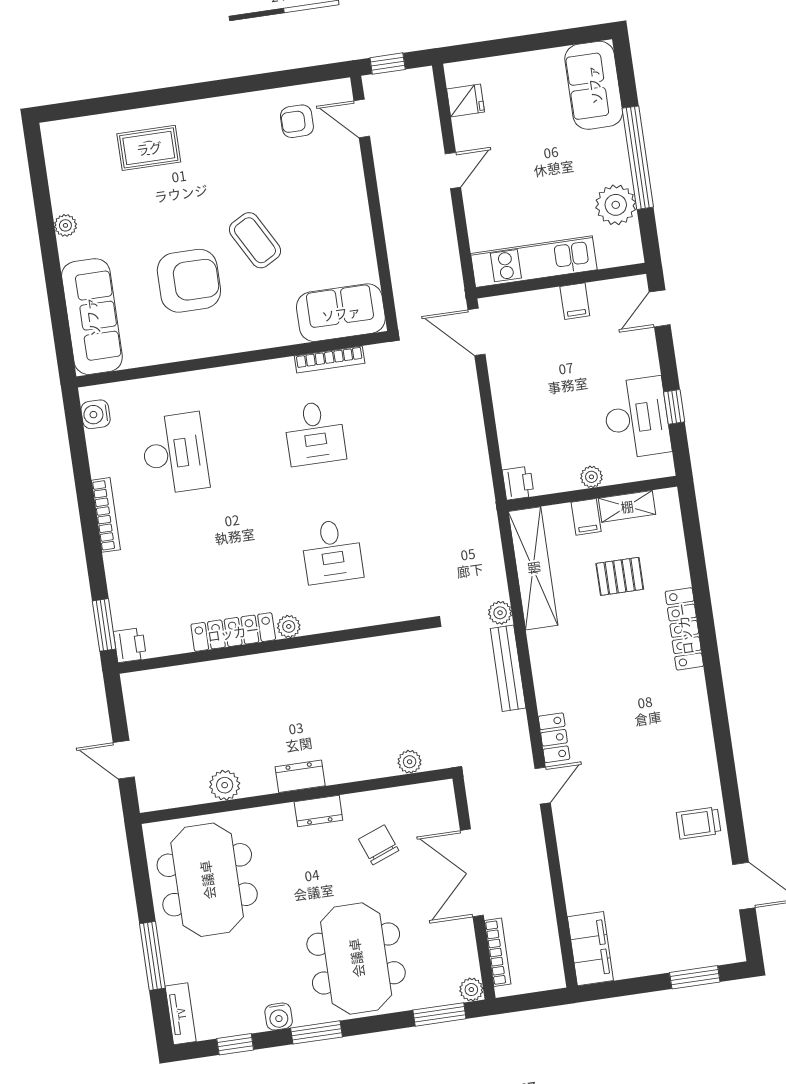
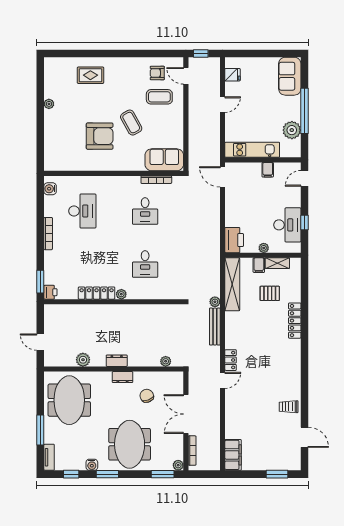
coffee table: (309, 174) -> (159, 97), added
sofa: (92, 317) -> (55, 146), removed
printer: (518, 483) -> (234, 240), width x1.87, depth x1.48

